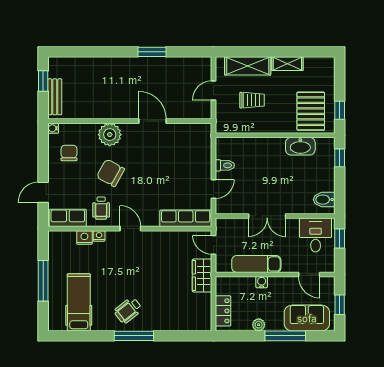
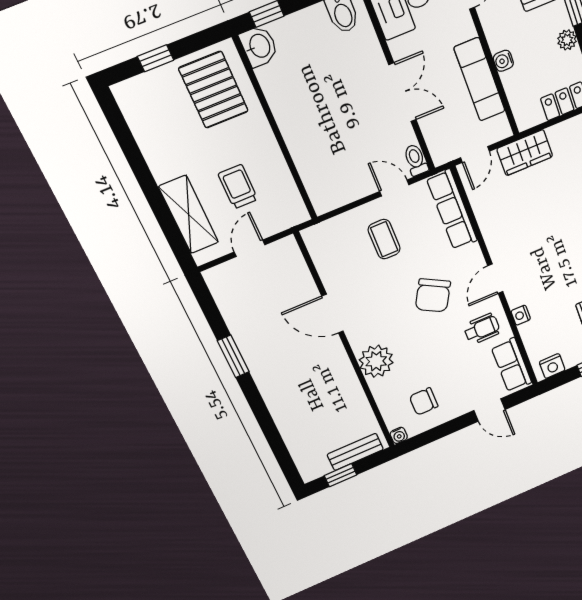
shelving: (287, 64) -> (156, 156), removed
door: (213, 91) -> (249, 248), swing flipped
window: (340, 110) -> (156, 58), moved
pallet: (311, 111) -> (214, 90), turned 90
door: (152, 121) -> (333, 314), hinge flipped
washbasin: (300, 146) -> (259, 46), moved, width x0.72
toilet: (225, 165) -> (416, 160), moved
coffee table: (185, 171) -> (384, 239), added
chair: (111, 173) -> (433, 295), moved
nightstand: (84, 238) -> (552, 366), moved, turned -90

